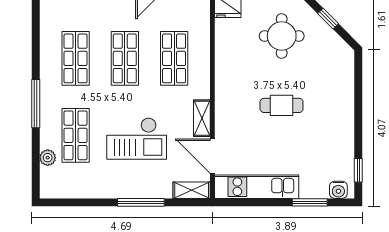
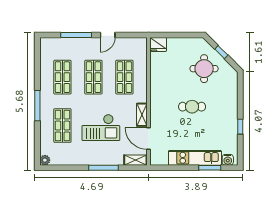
round table: (282, 36) -> (204, 69), moved
plant: (48, 158) -> (45, 160), moved
window: (358, 170) -> (240, 127), moved
kitchen unit: (257, 187) -> (195, 158), moved

